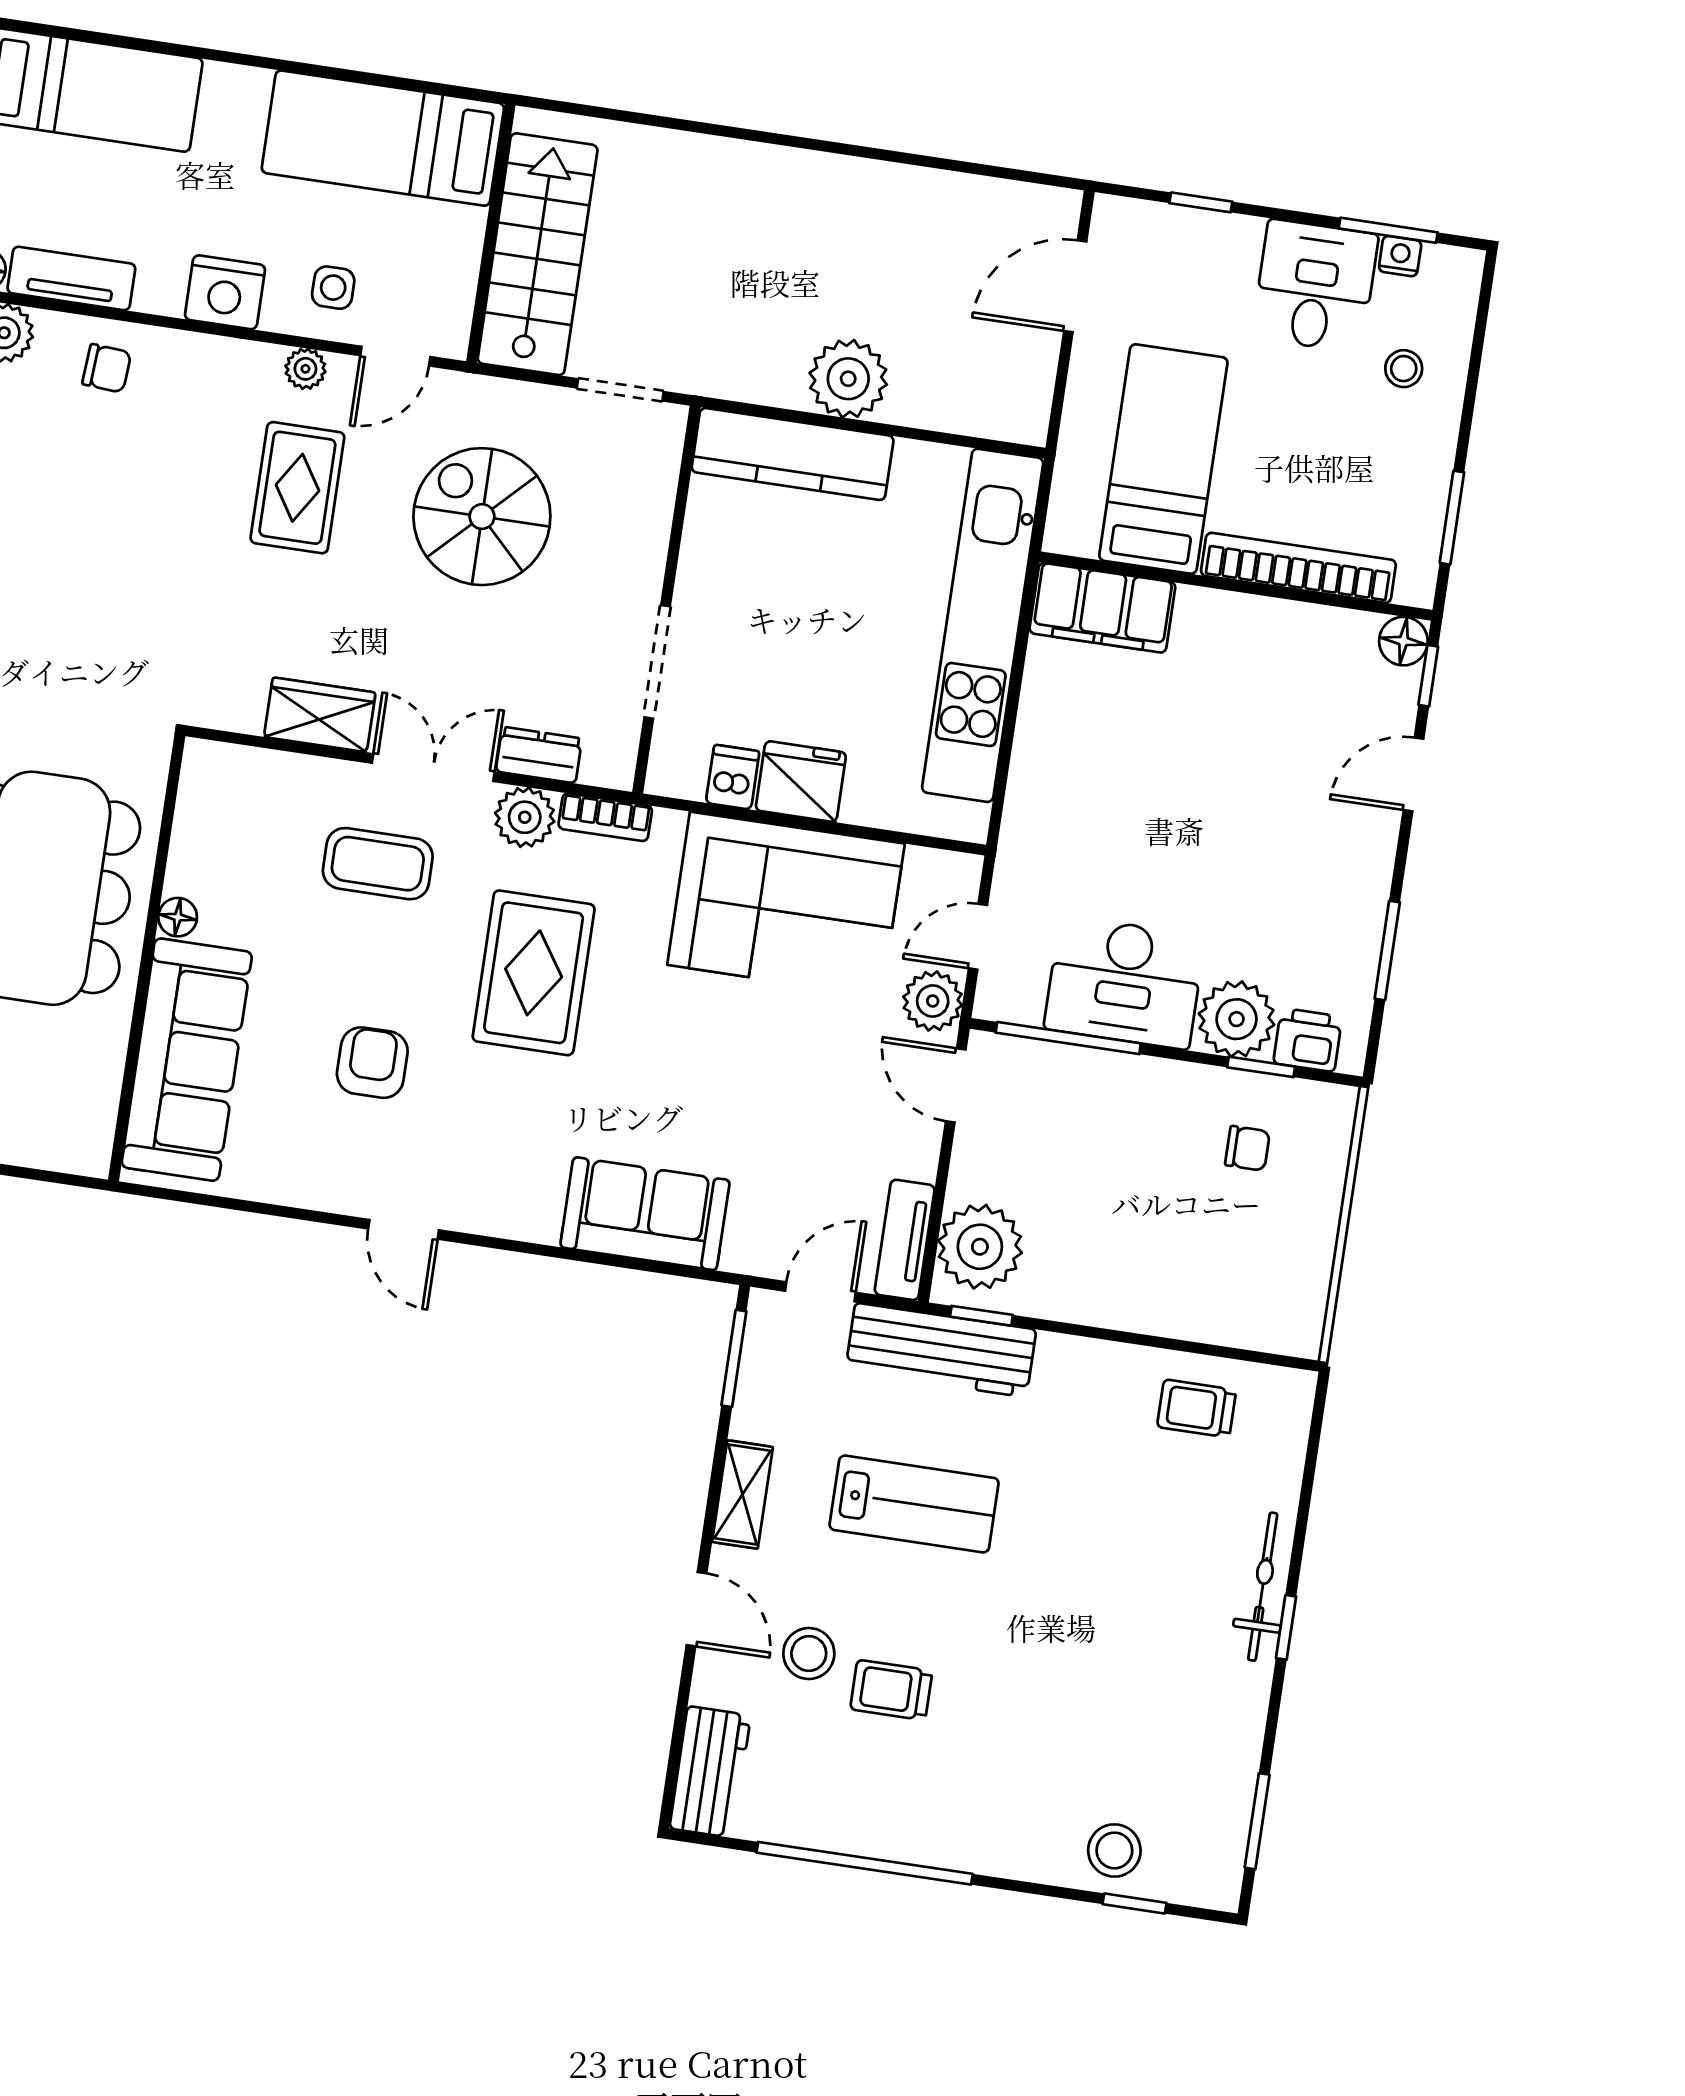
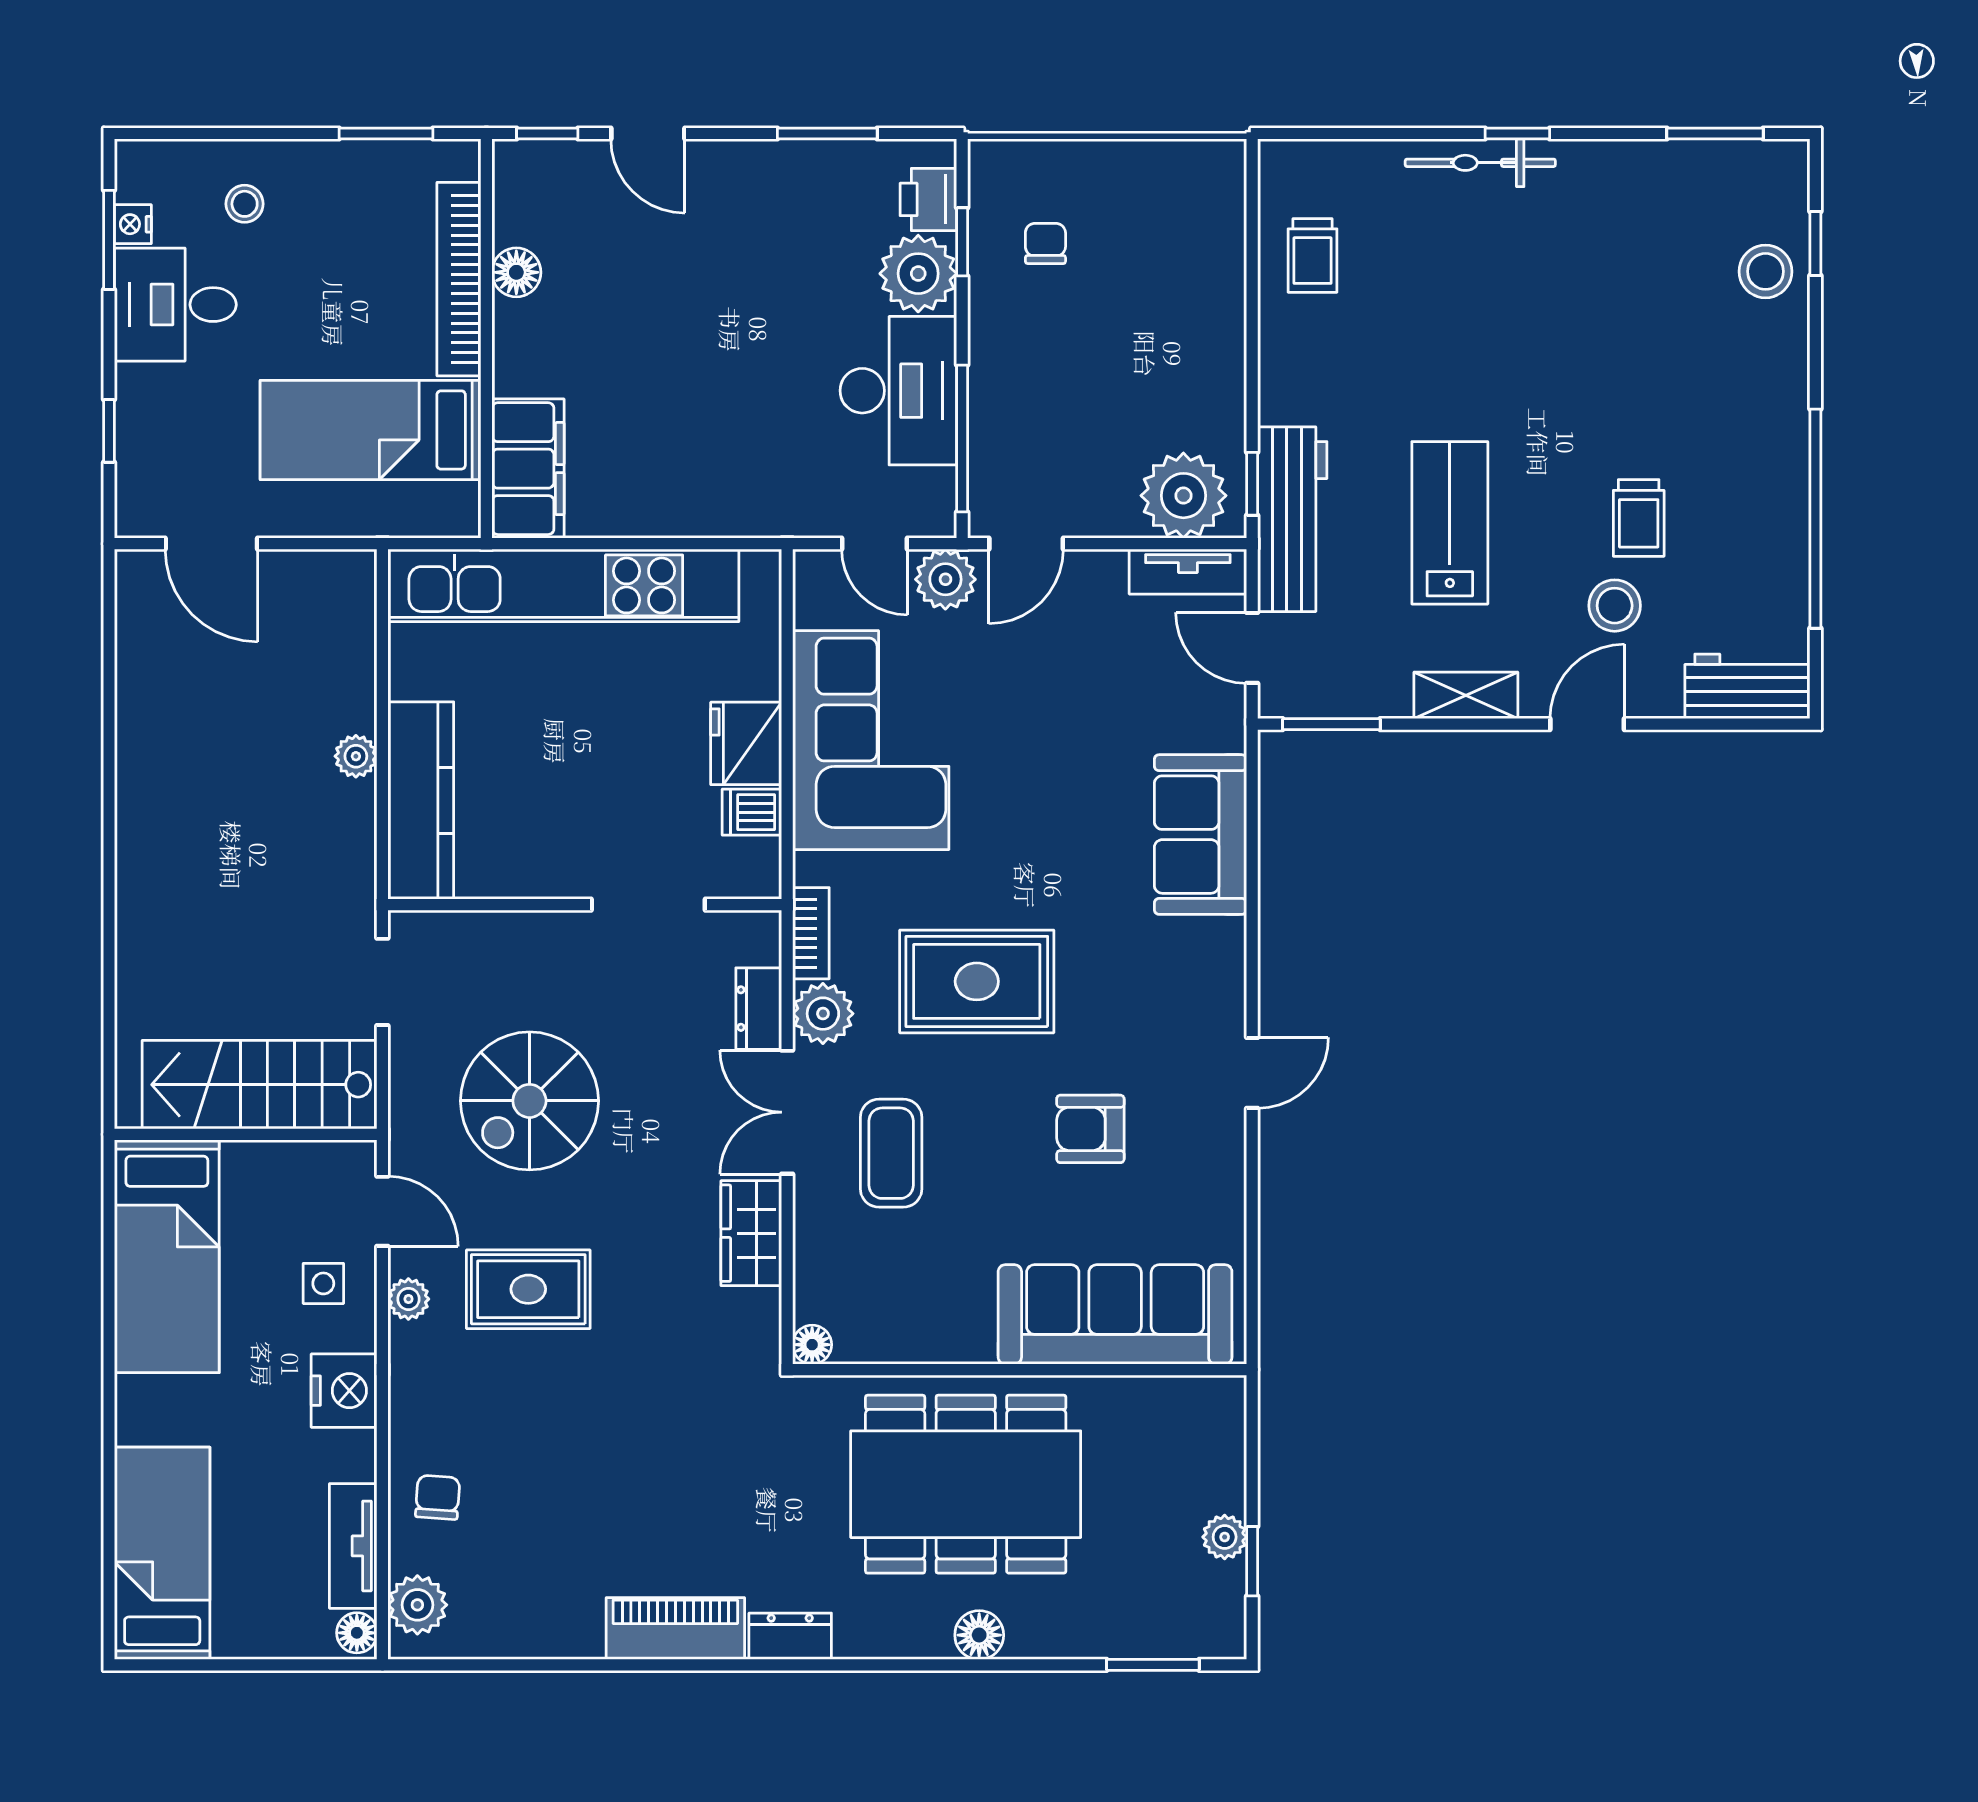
plant: (848, 379) -> (356, 756), width x0.53, depth x0.53
floor lamp: (1403, 641) -> (516, 272), moved
floor lamp: (178, 917) -> (812, 1345), moved

